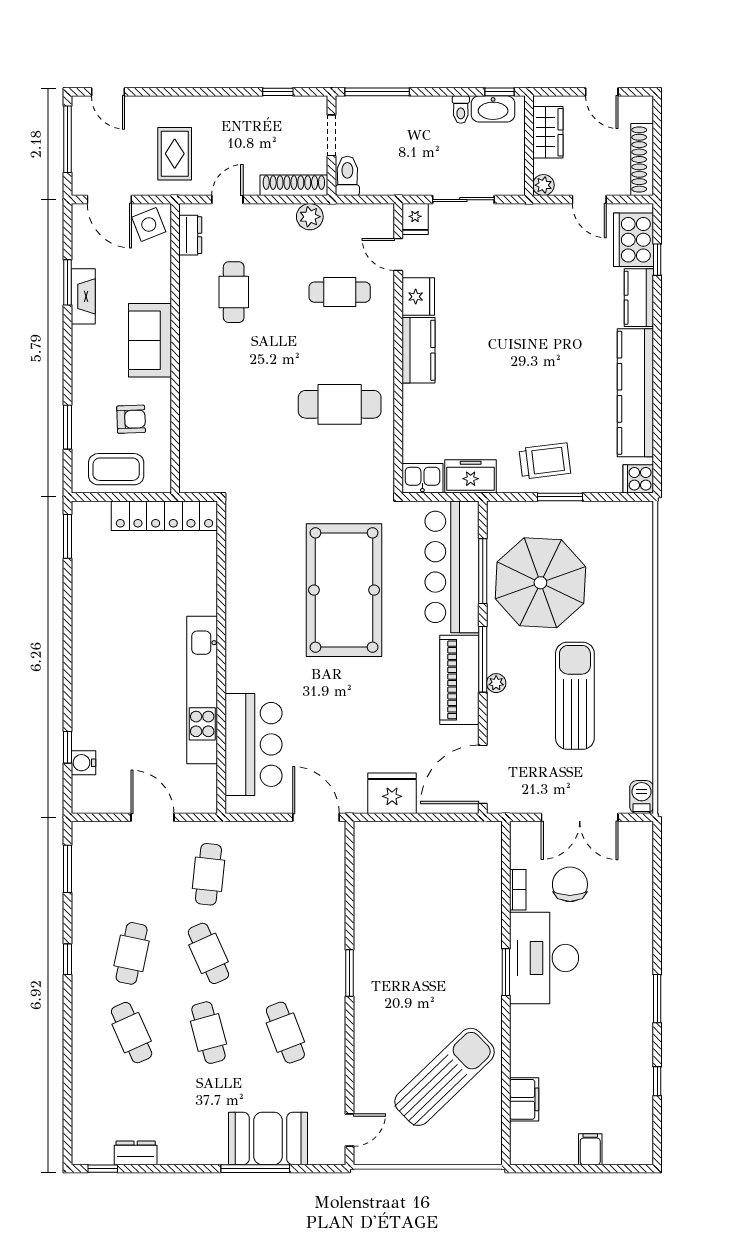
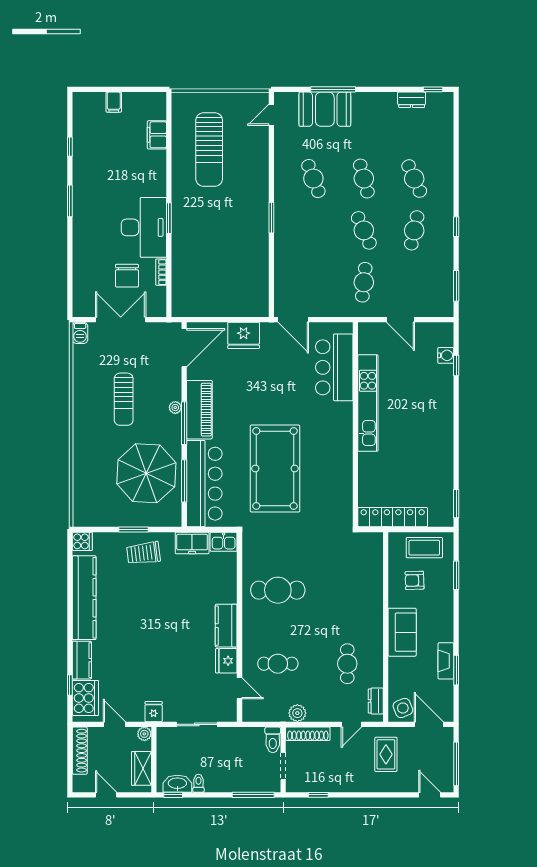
fridge: (415, 219) -> (154, 712), moved
sun lounger: (575, 696) -> (124, 399), width x0.73, depth x0.75
sun lounger: (445, 1077) -> (209, 150), turned -46

